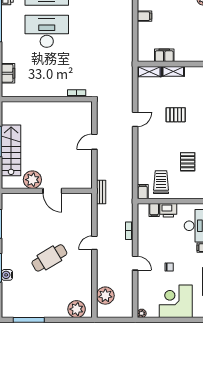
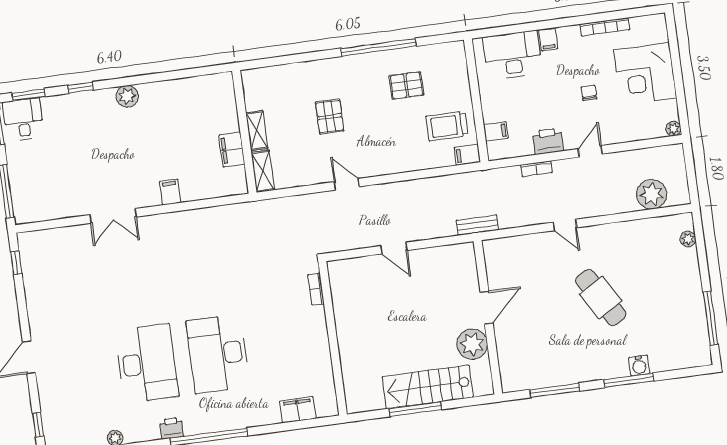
printer: (168, 210) -> (548, 141), moved, turned -90
plant: (77, 309) -> (688, 239), width x0.53, depth x0.53

